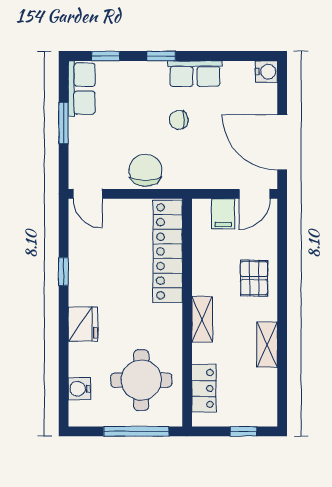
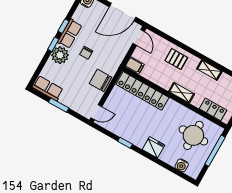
window: (106, 56) -> (64, 26), moved
plant: (149, 78) -> (60, 55), added
filing cabinet: (223, 214) -> (135, 66), moved

